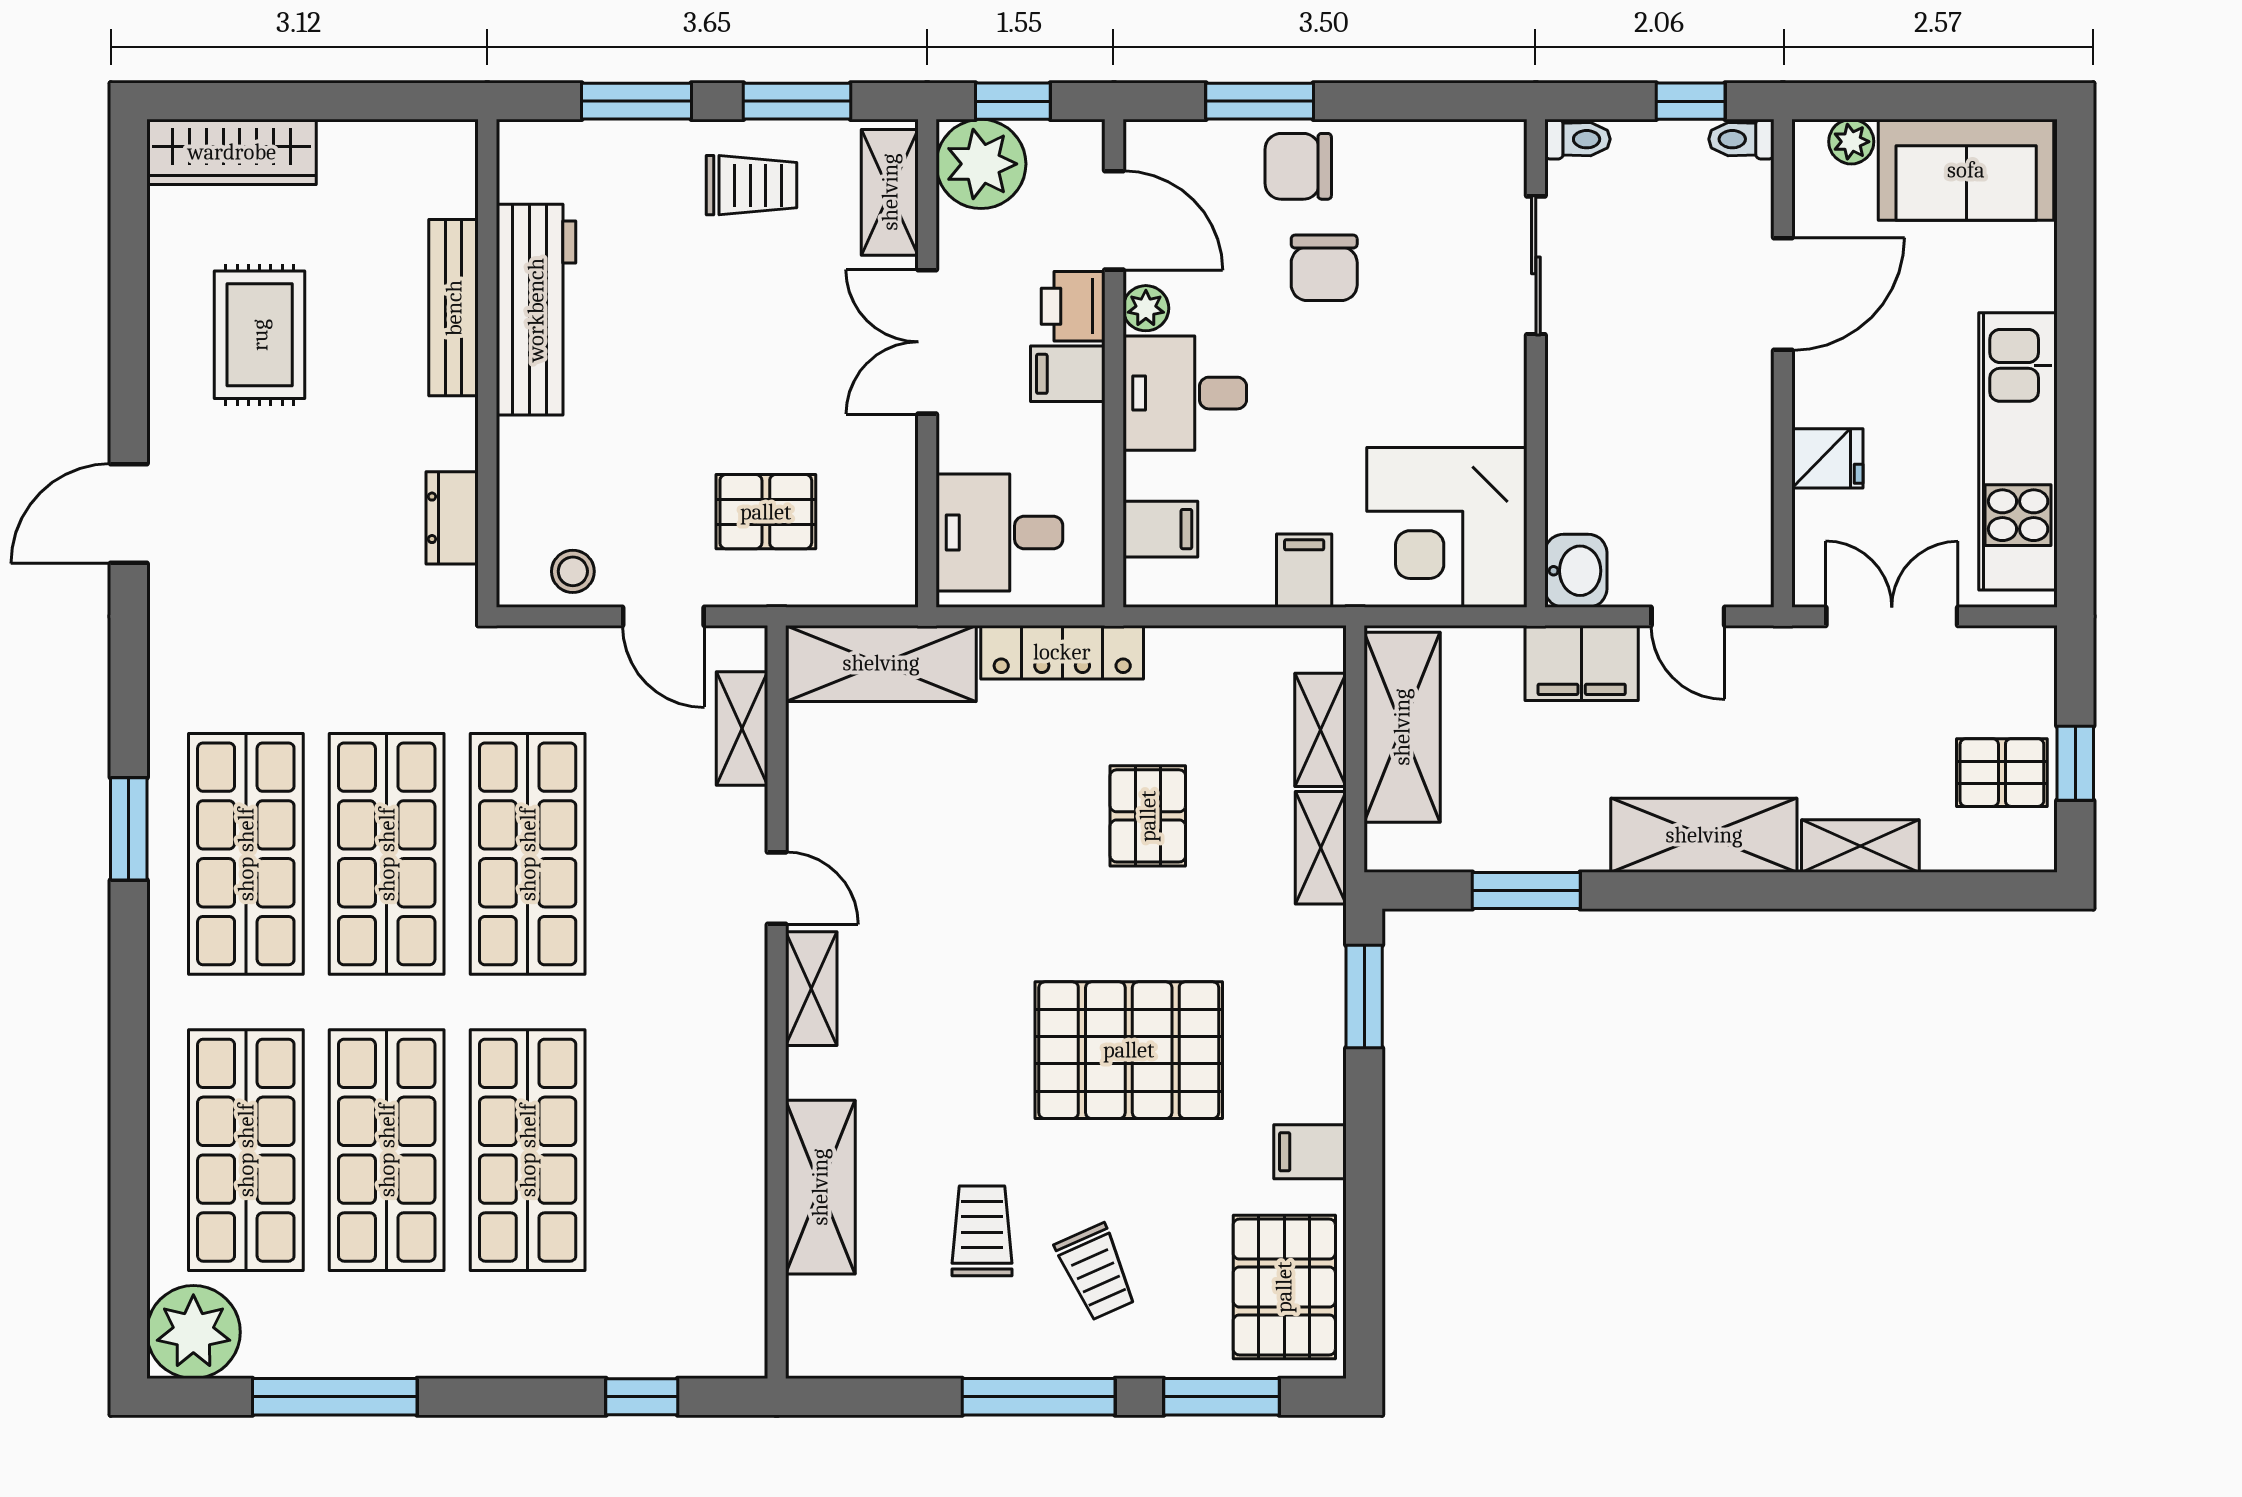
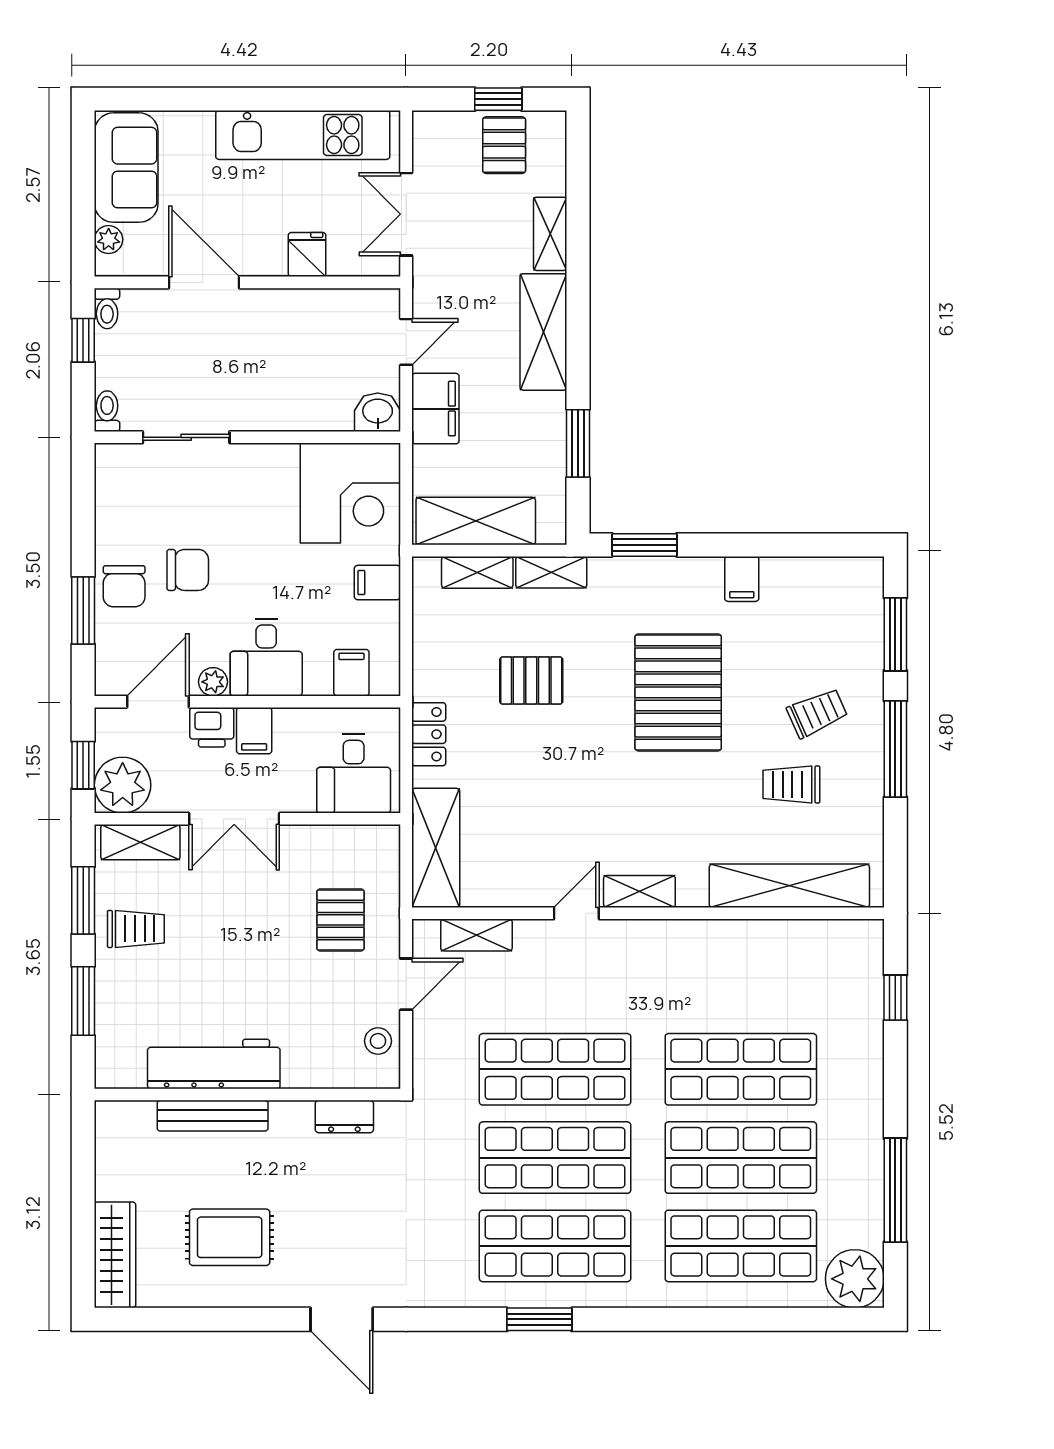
trolley: (751, 185) -> (136, 929), turned 90
locker: (1062, 652) -> (429, 734), width x0.66
shelving: (820, 1187) -> (789, 886), width x1.47
pallet: (1284, 1287) -> (827, 595), removed

